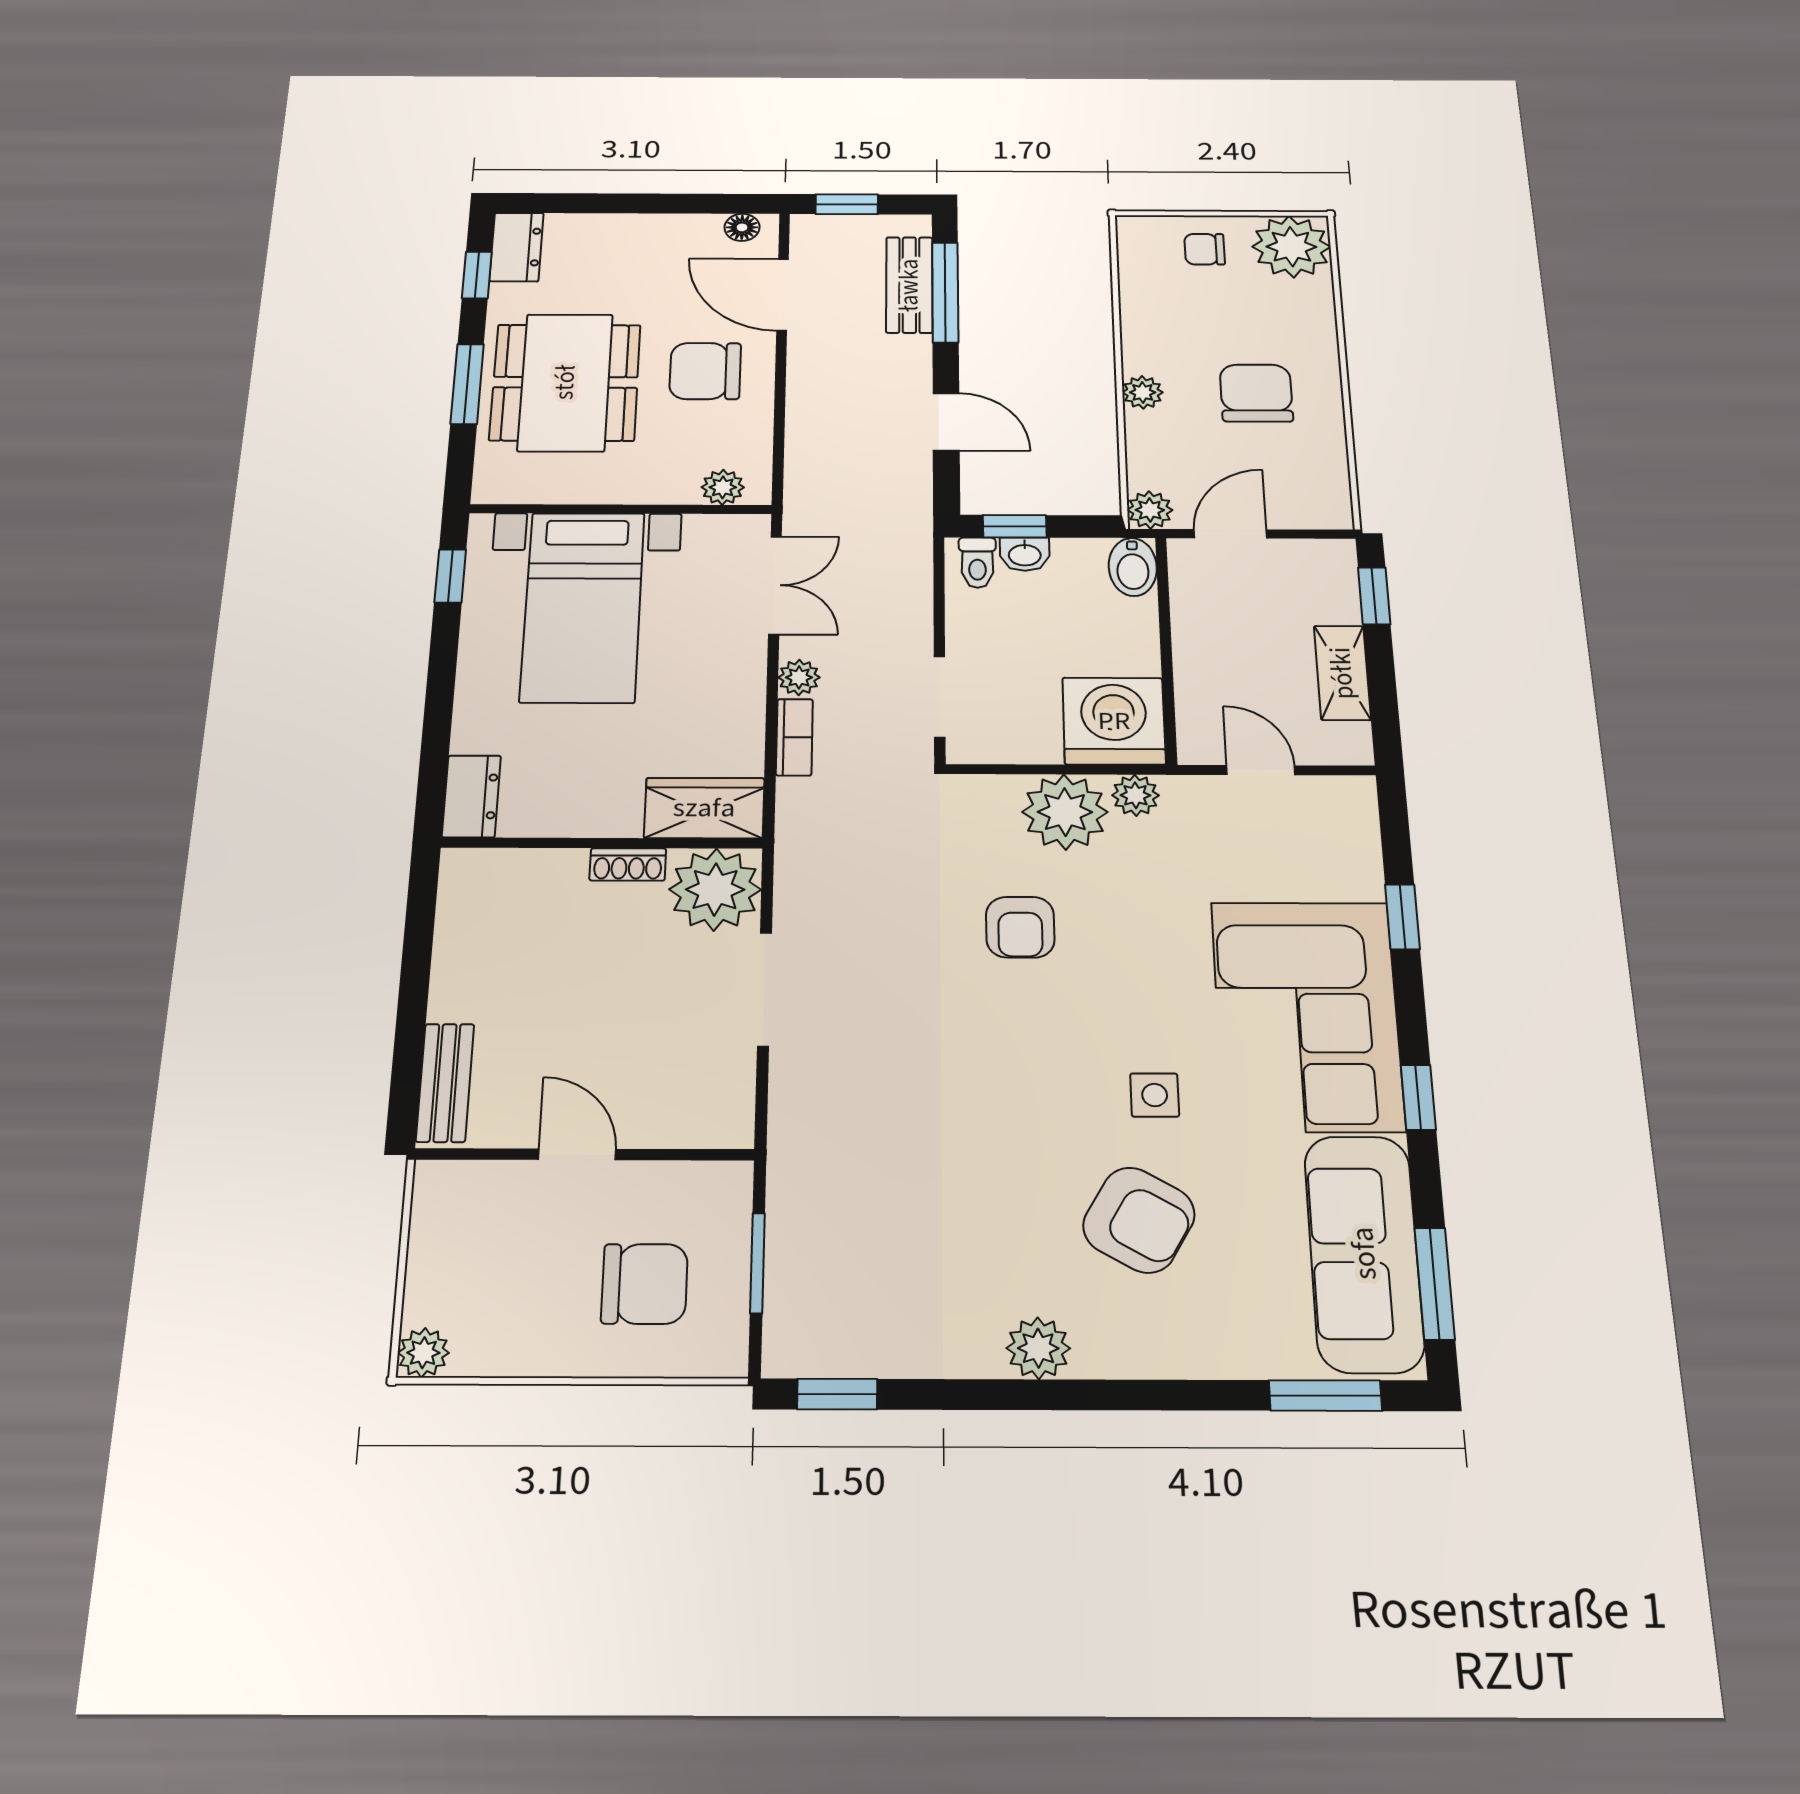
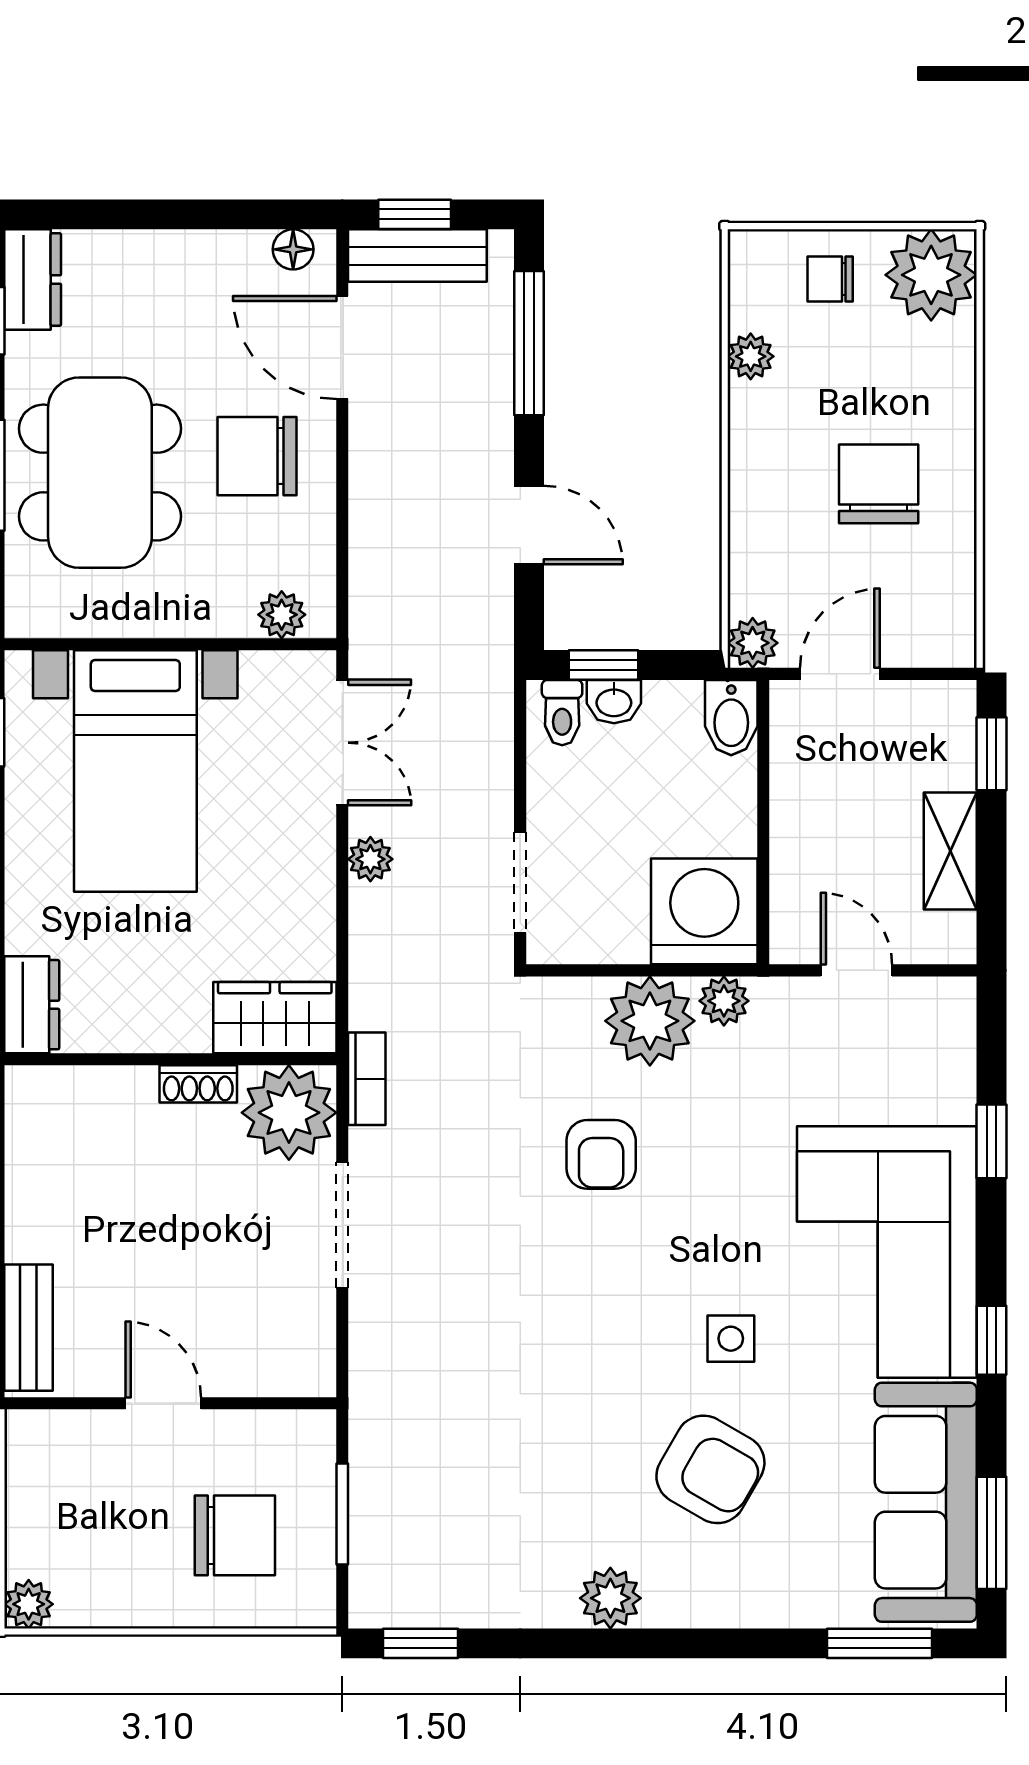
bench: (909, 285) -> (417, 256), moved, turned 90
plant: (1143, 392) -> (751, 356), moved
bookcase: (794, 737) -> (367, 1079), moved

